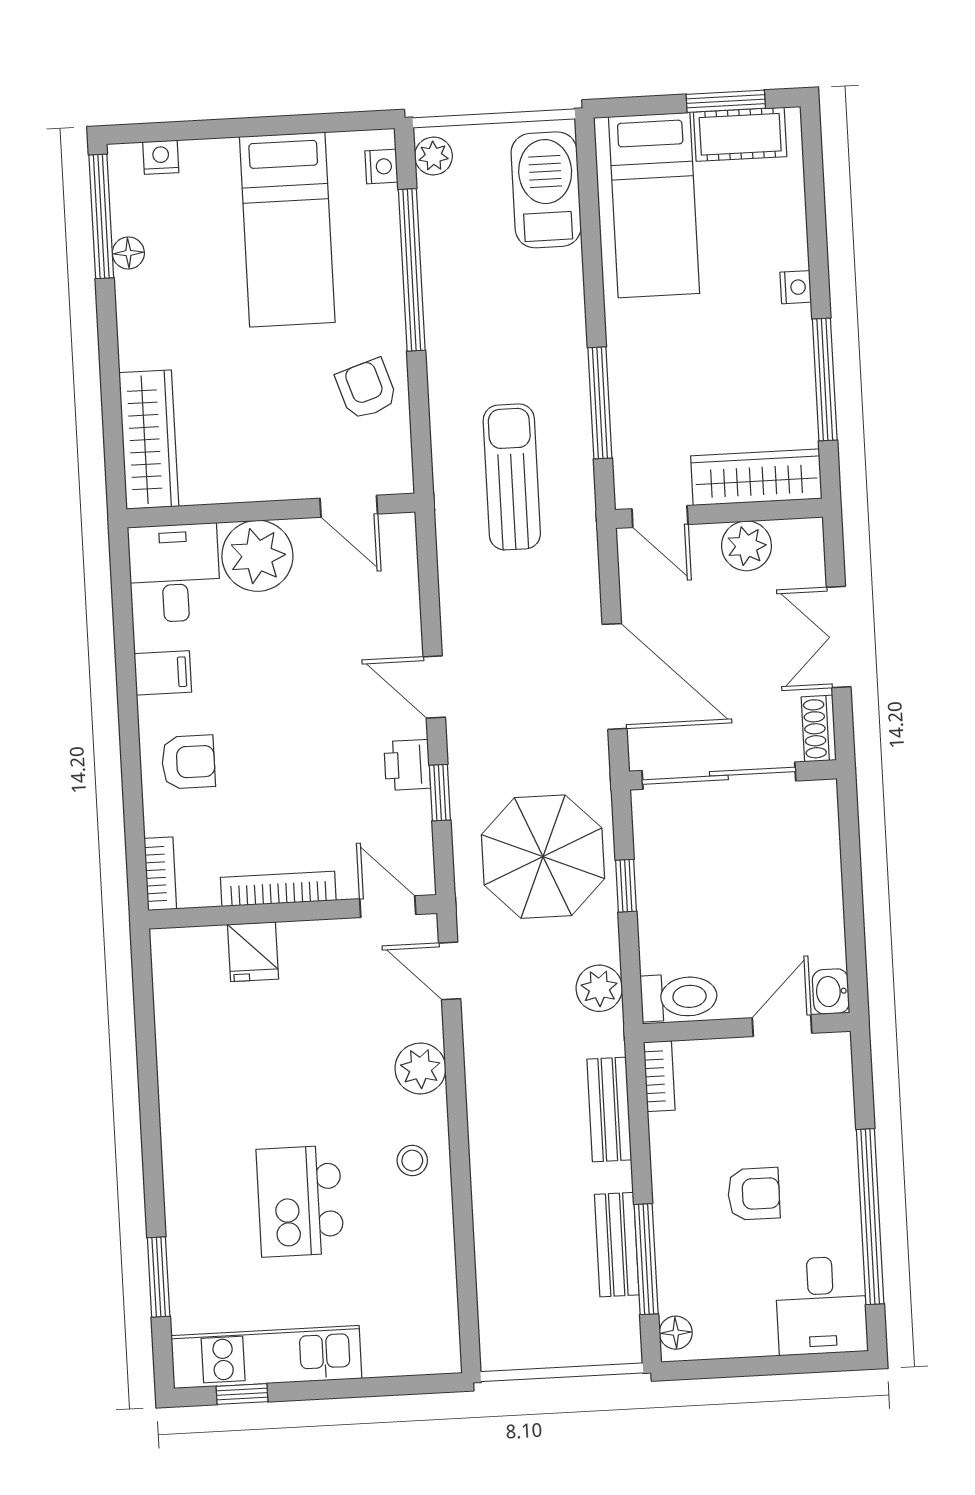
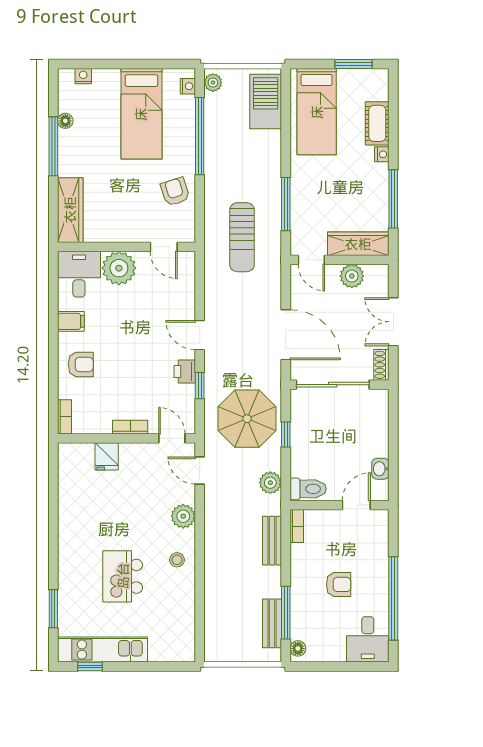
cot: (740, 134) -> (377, 123), moved, turned 90
window: (101, 216) -> (53, 146), moved
sun lounger: (512, 477) -> (242, 237), turned 180
bookcase: (278, 889) -> (130, 427), width x0.64
washbasin: (831, 991) -> (380, 469), moved
bench: (617, 1245) -> (272, 623), moved

